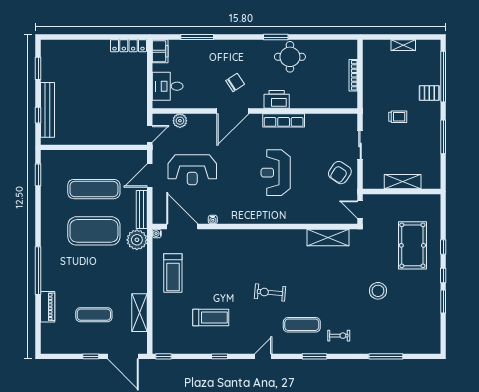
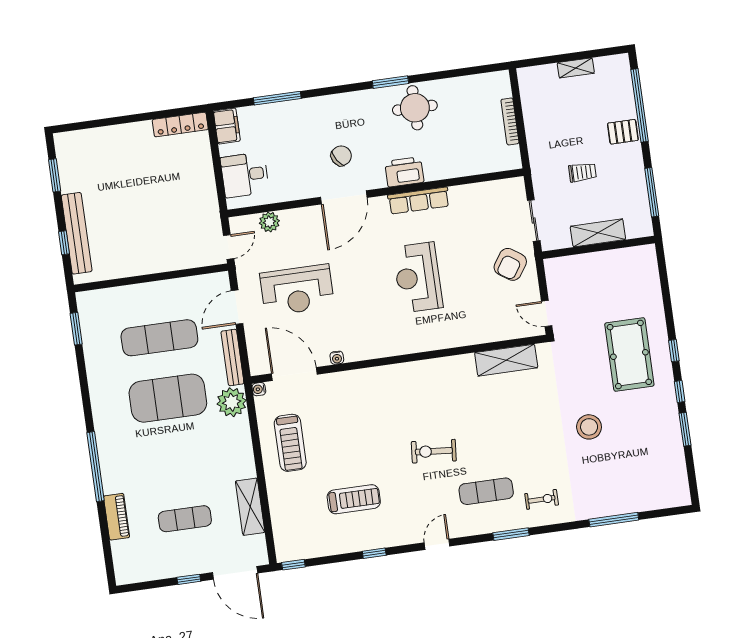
shelving: (403, 182) -> (598, 233), moved
wall: (402, 191) -> (598, 247), moved

